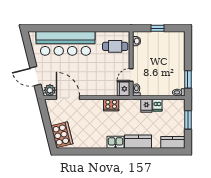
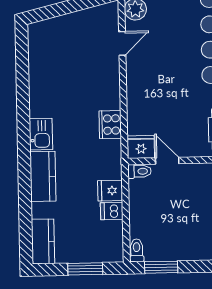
door: (68, 98) -> (122, 43), width x0.53
cooker: (62, 135) -> (53, 34), removed

